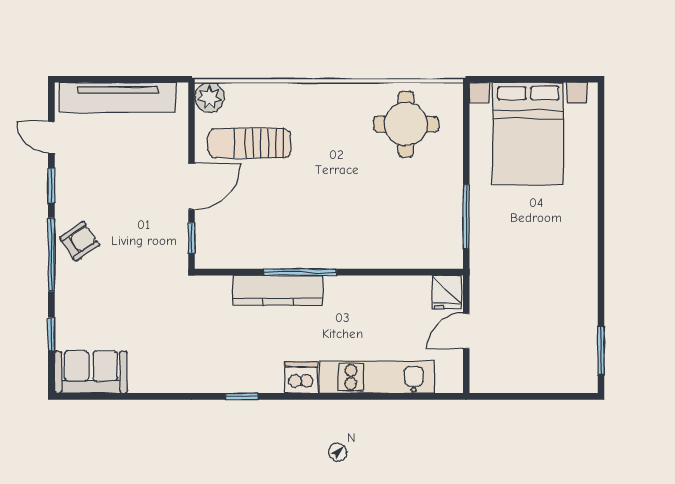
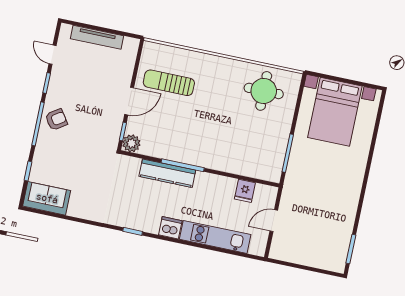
tv unit: (117, 97) -> (97, 37), width x0.73, depth x0.78
plant: (209, 97) -> (131, 143), moved
fridge: (447, 292) -> (245, 191), moved

